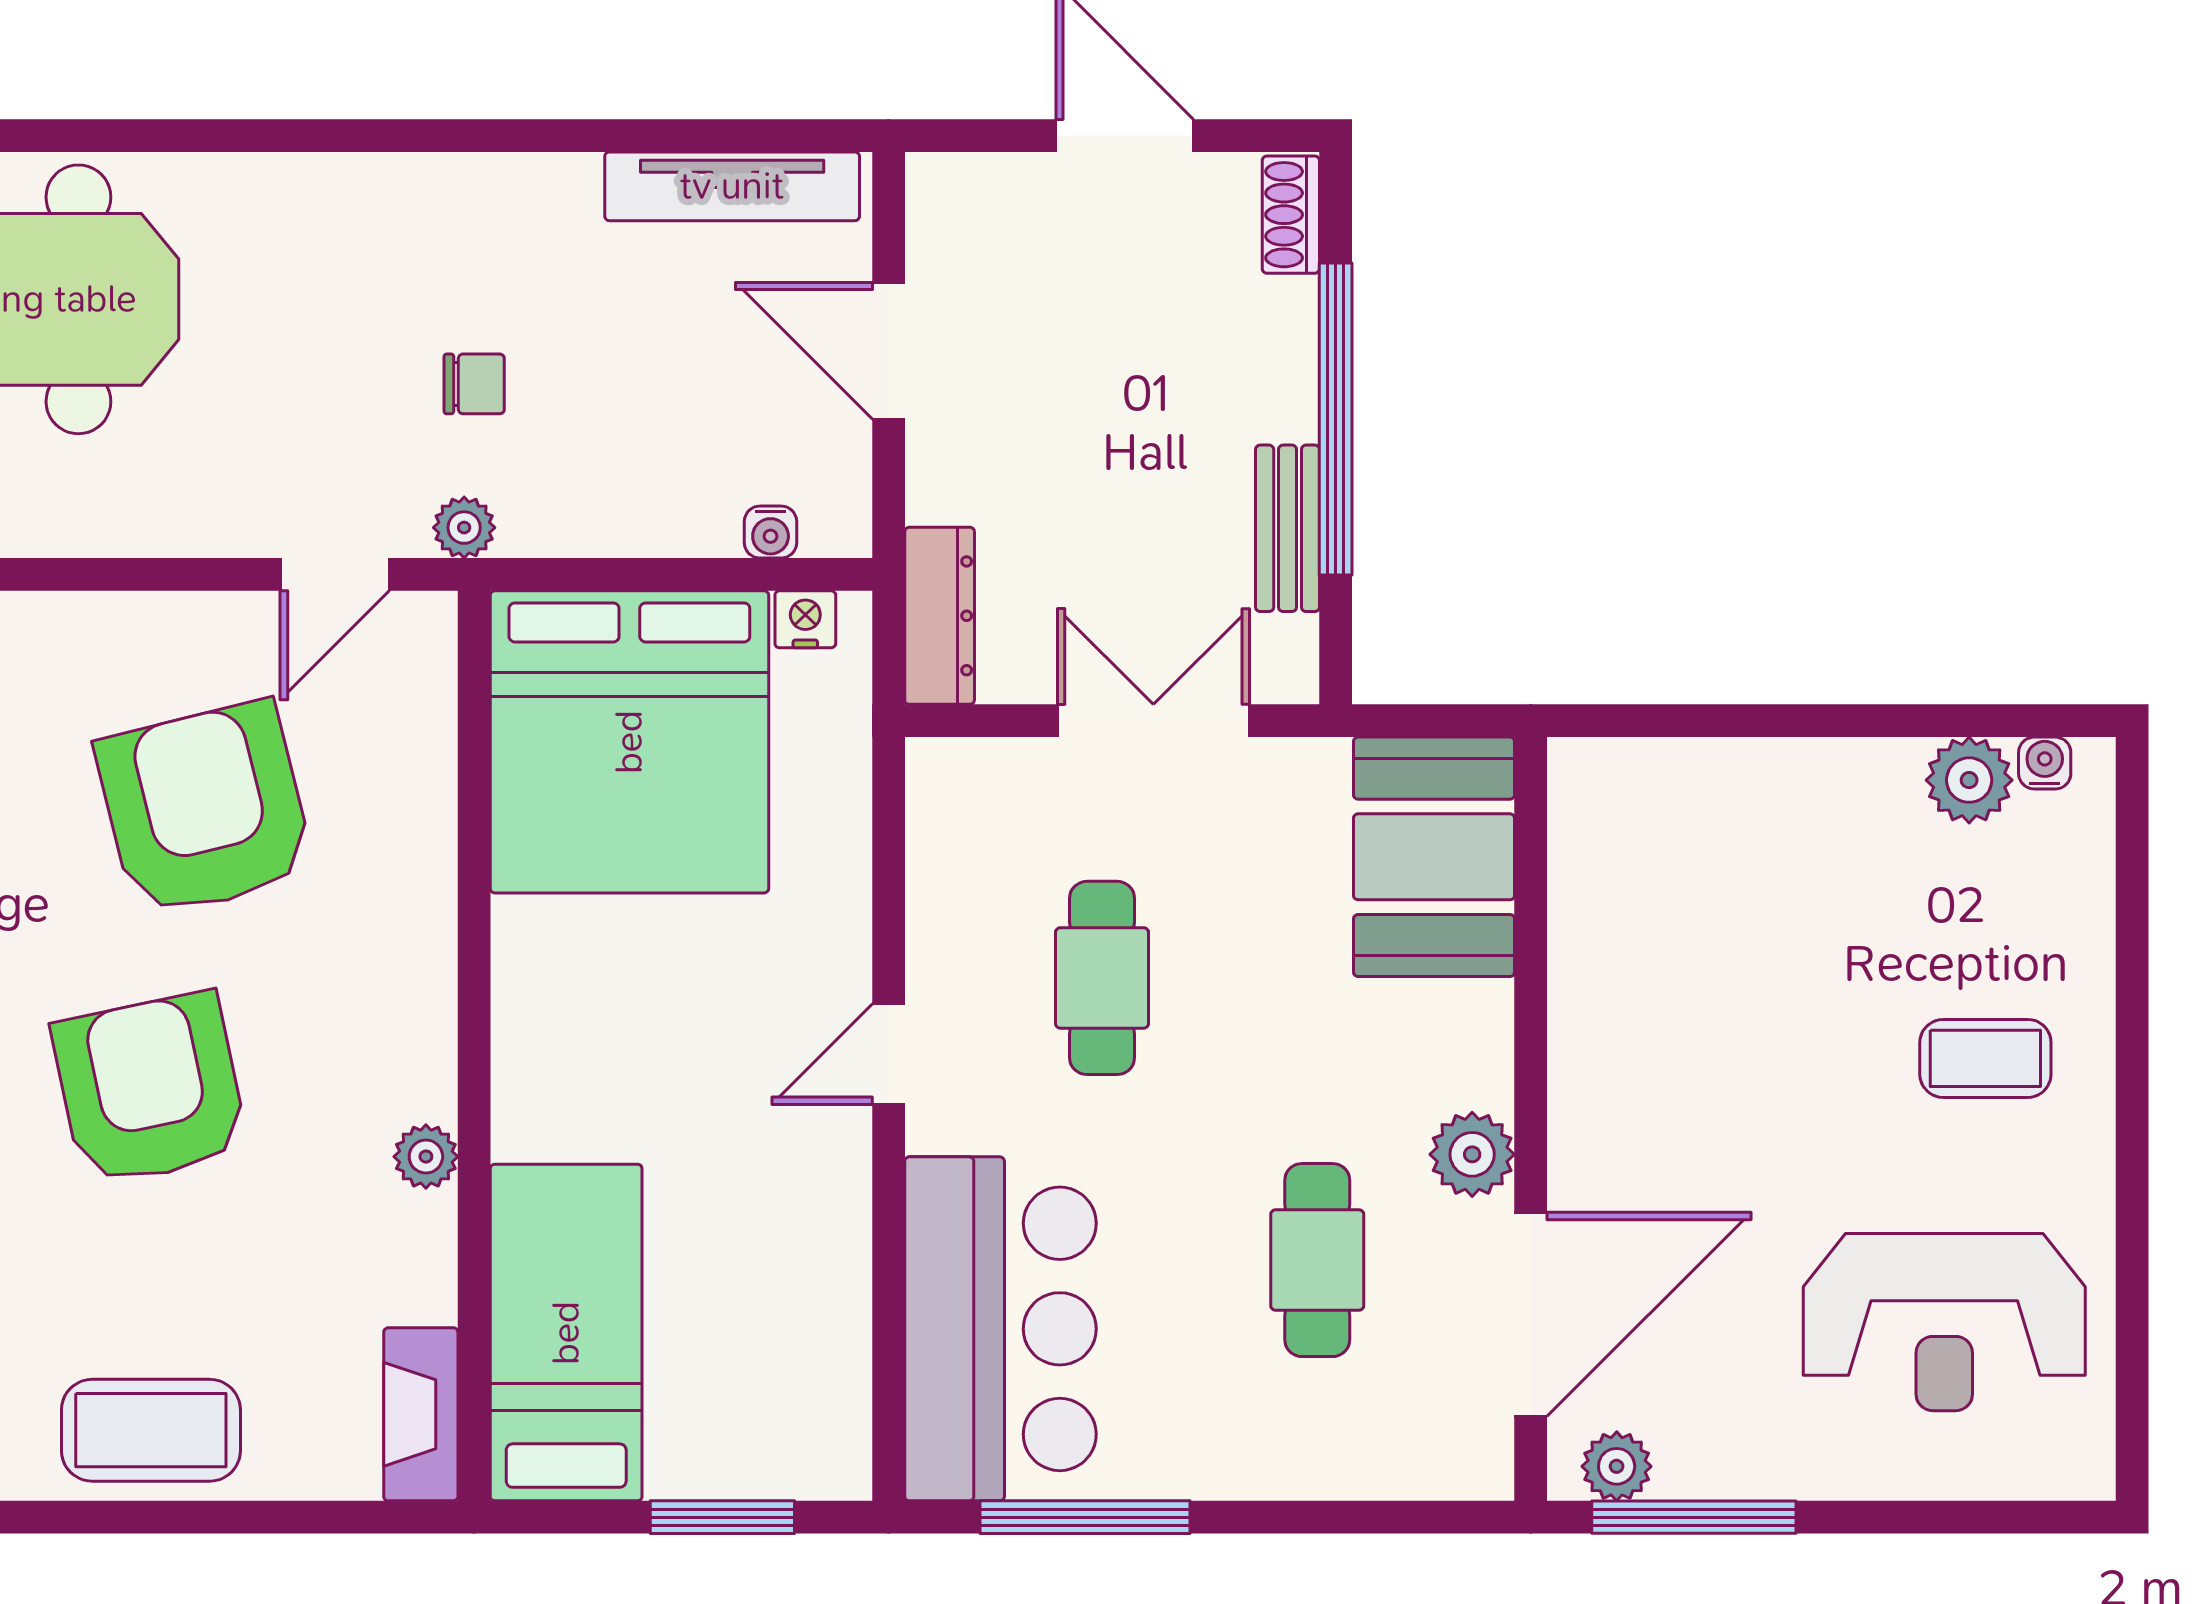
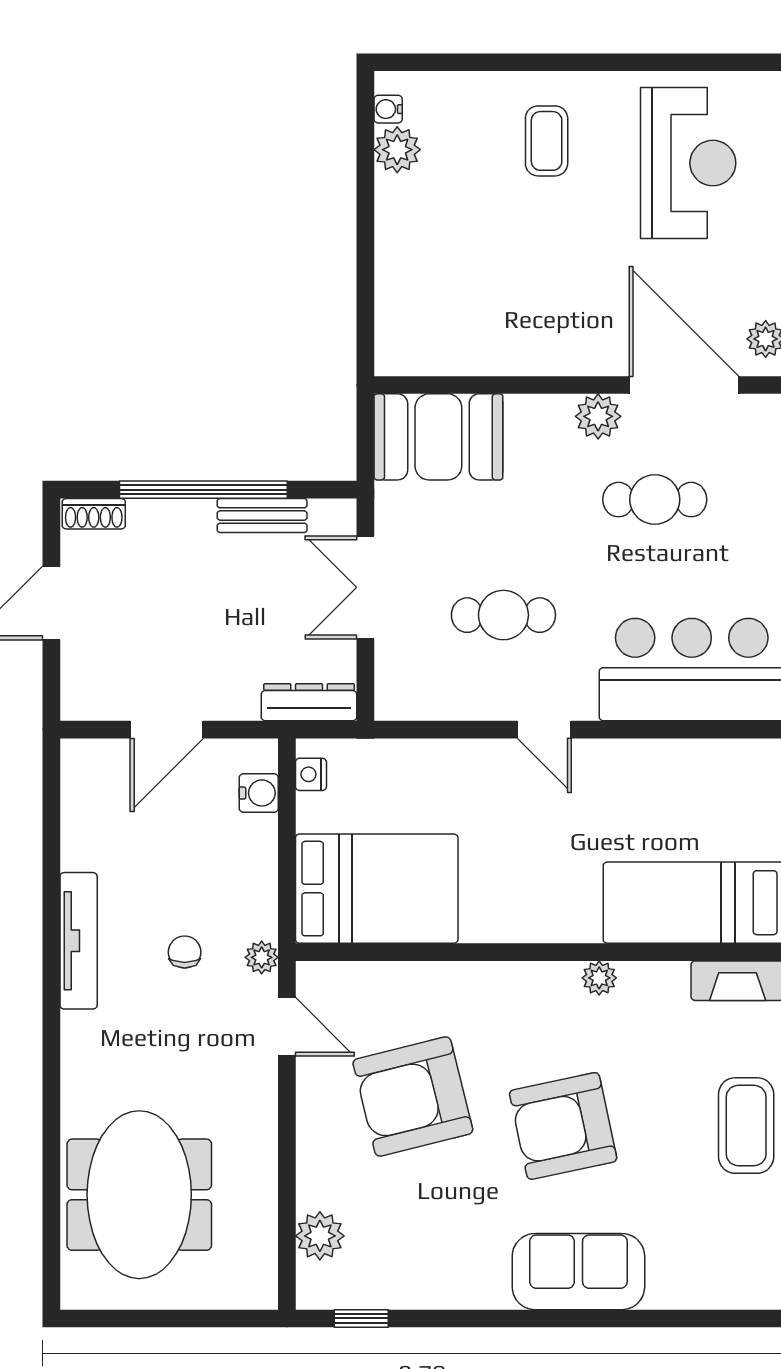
tv unit: (732, 186) -> (79, 941), moved
water cooler: (771, 532) -> (259, 793), width x1.38, depth x1.38
bed: (629, 742) -> (377, 889), width x0.73

